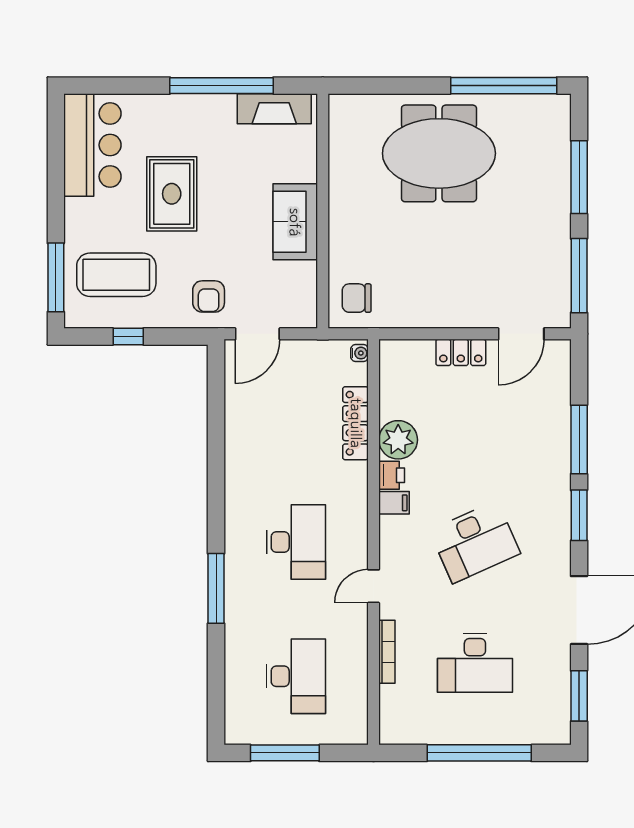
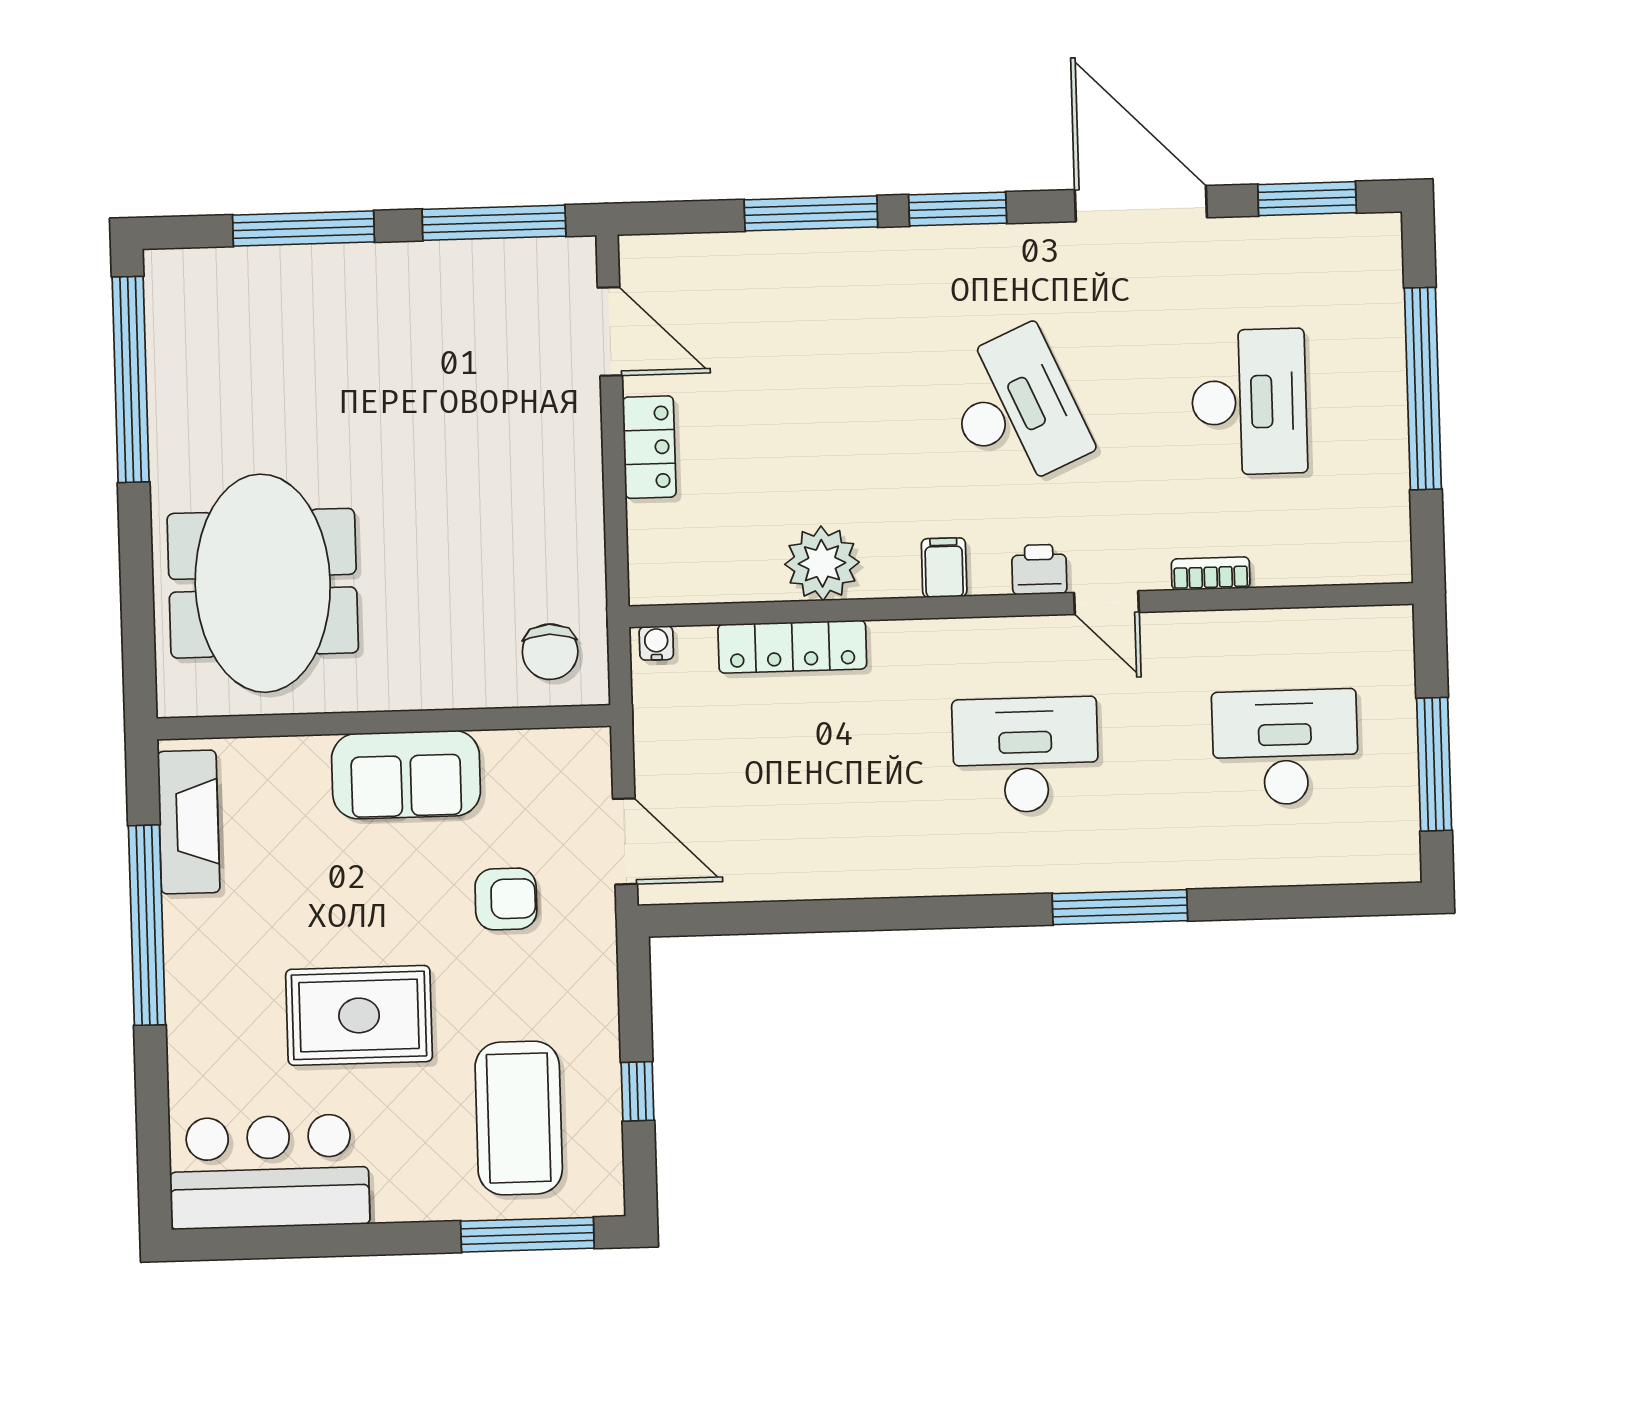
meeting table: (439, 153) -> (263, 583), moved
armchair: (209, 296) -> (506, 899), moved
printer: (392, 475) -> (1039, 570), moved
bookcase: (387, 652) -> (1211, 573), width x0.64

